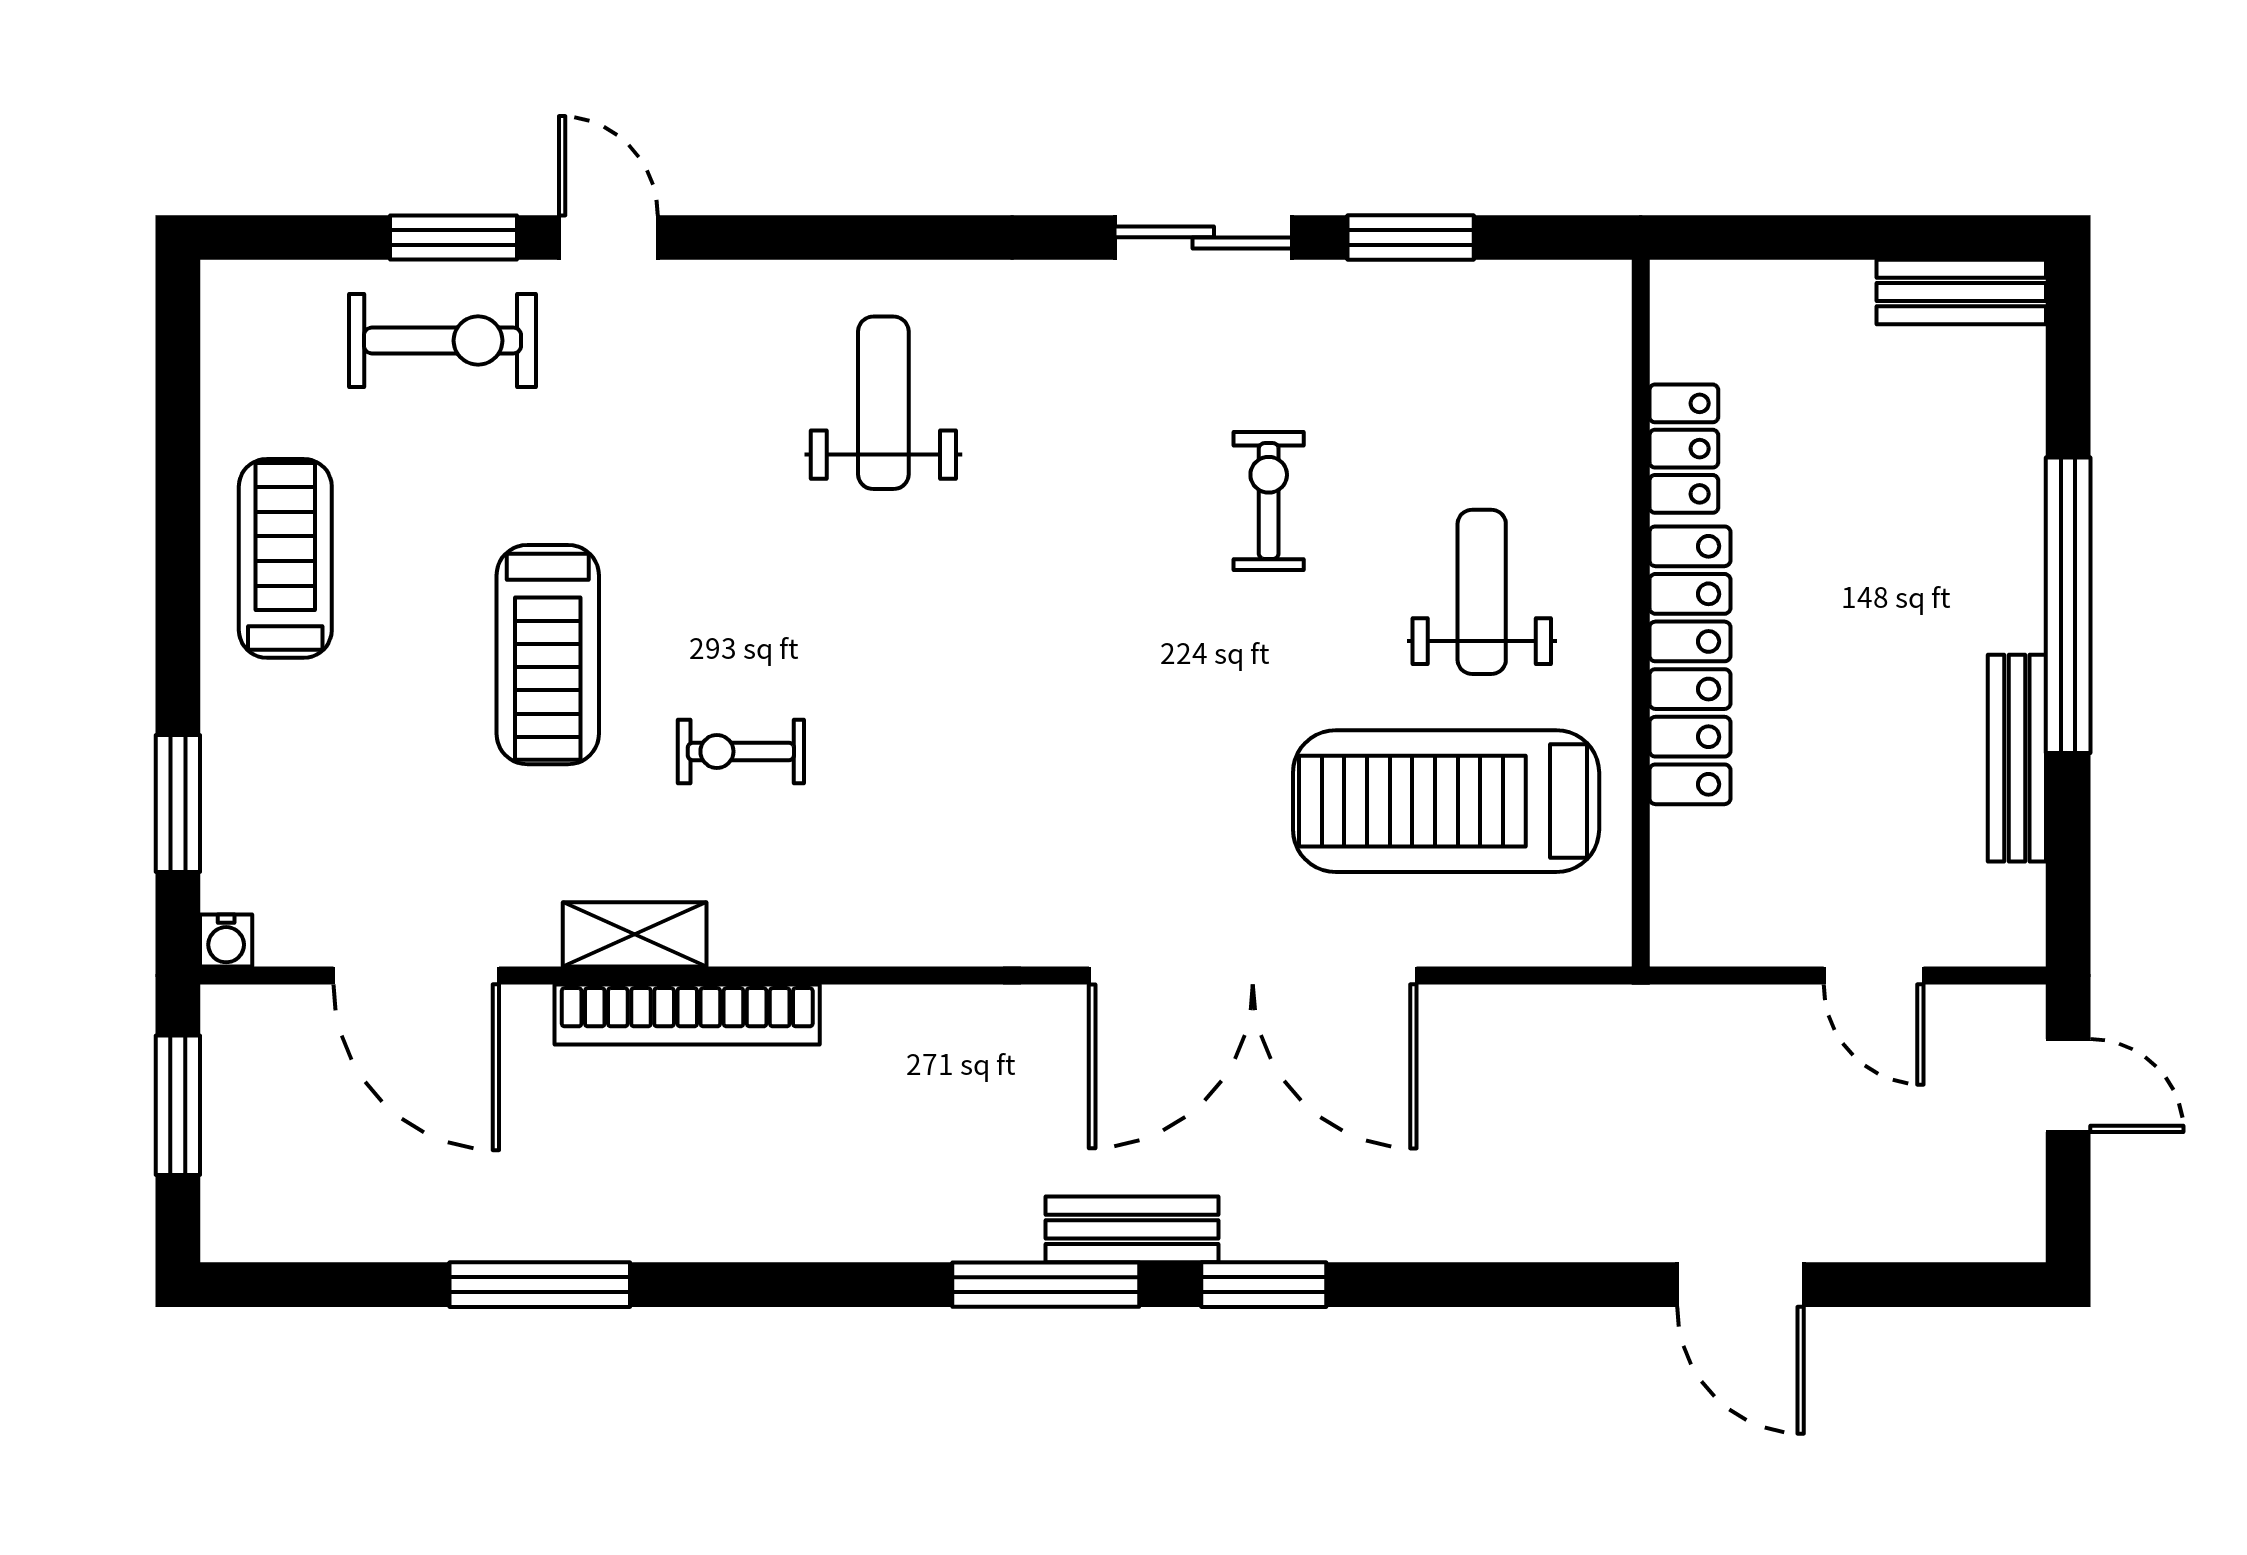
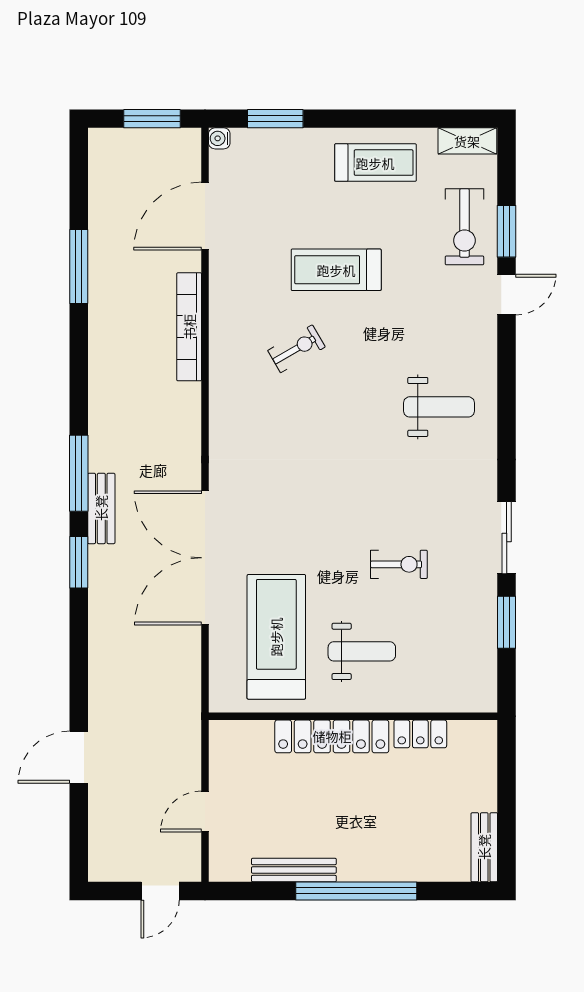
exercise bike: (741, 751) -> (297, 349), turned 60
shelving: (635, 934) -> (467, 141), moved, turned 90

